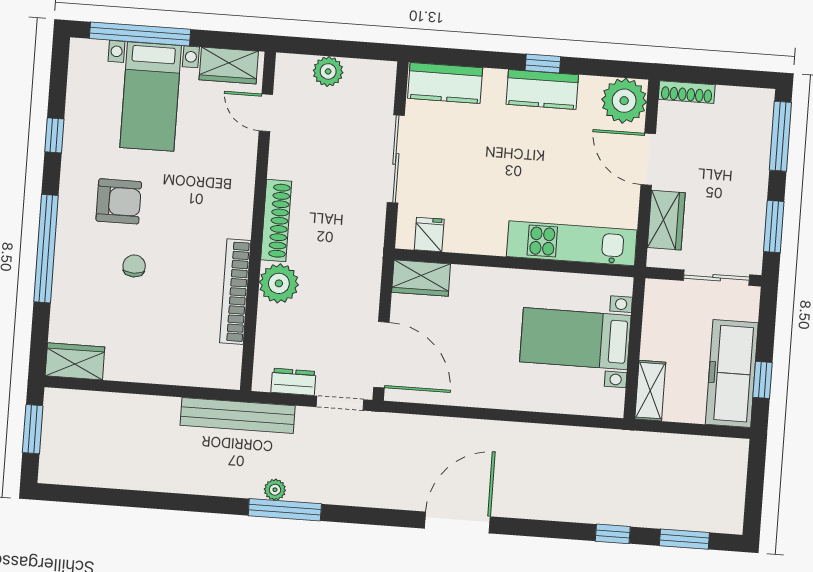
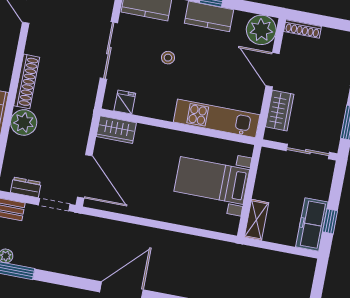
stool: (487, 159) -> (168, 58), added
freezer: (732, 374) -> (312, 224), width x0.73, depth x0.79

